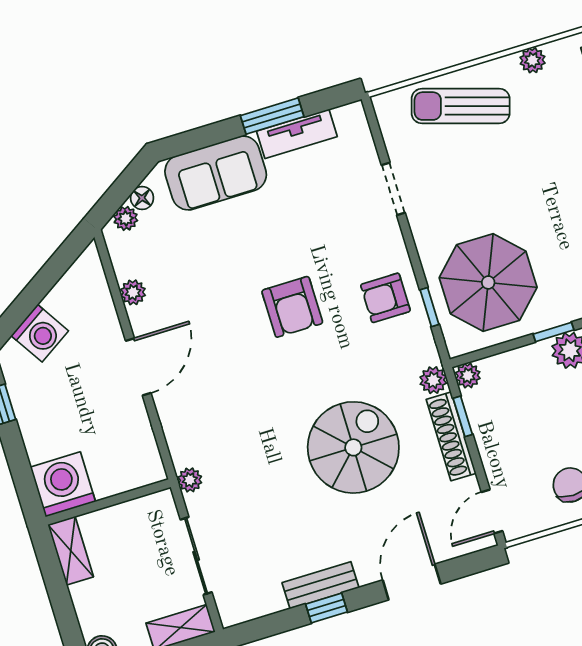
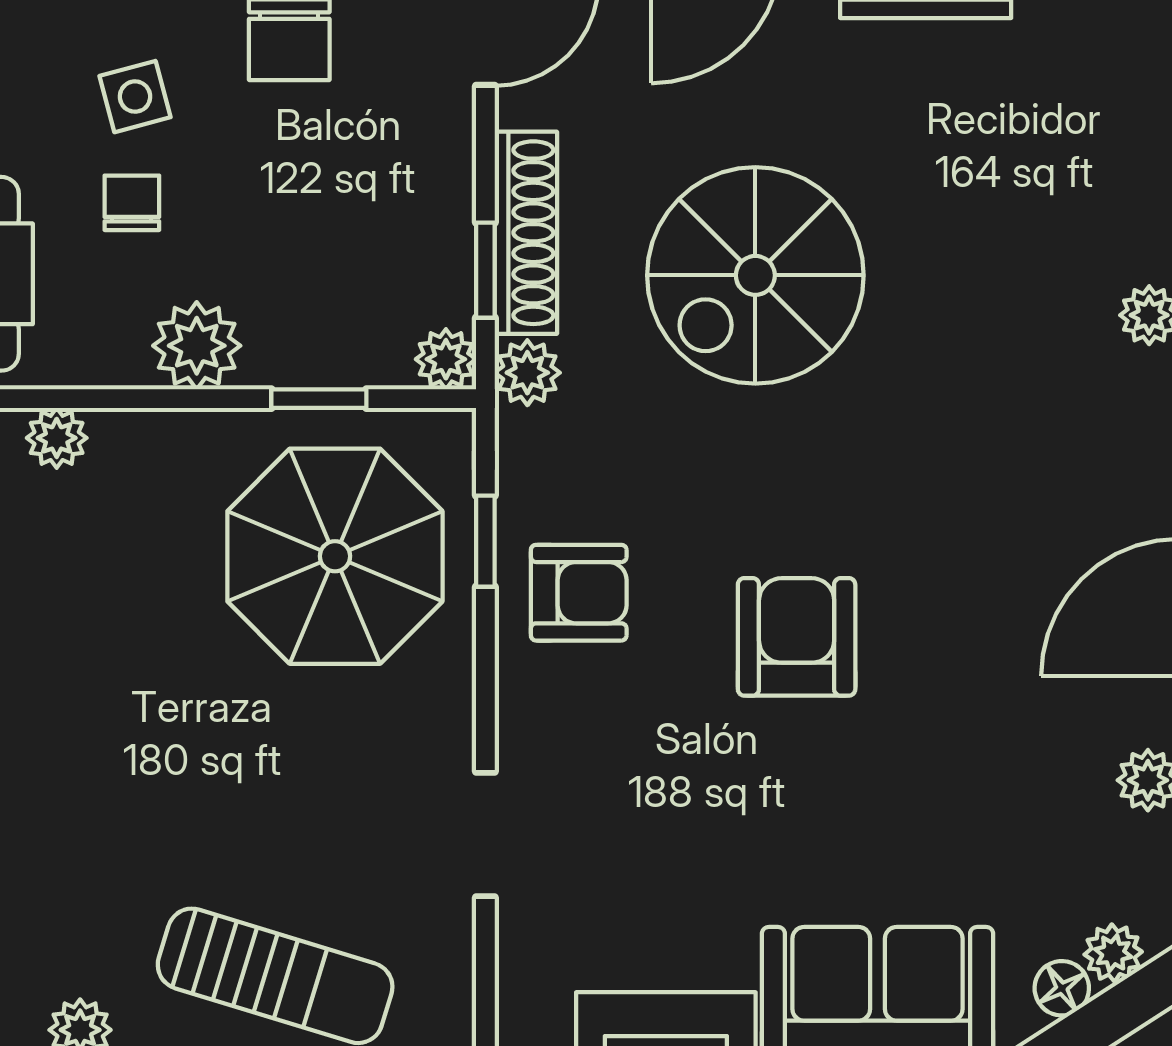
window: (553, 332) -> (319, 399), moved

